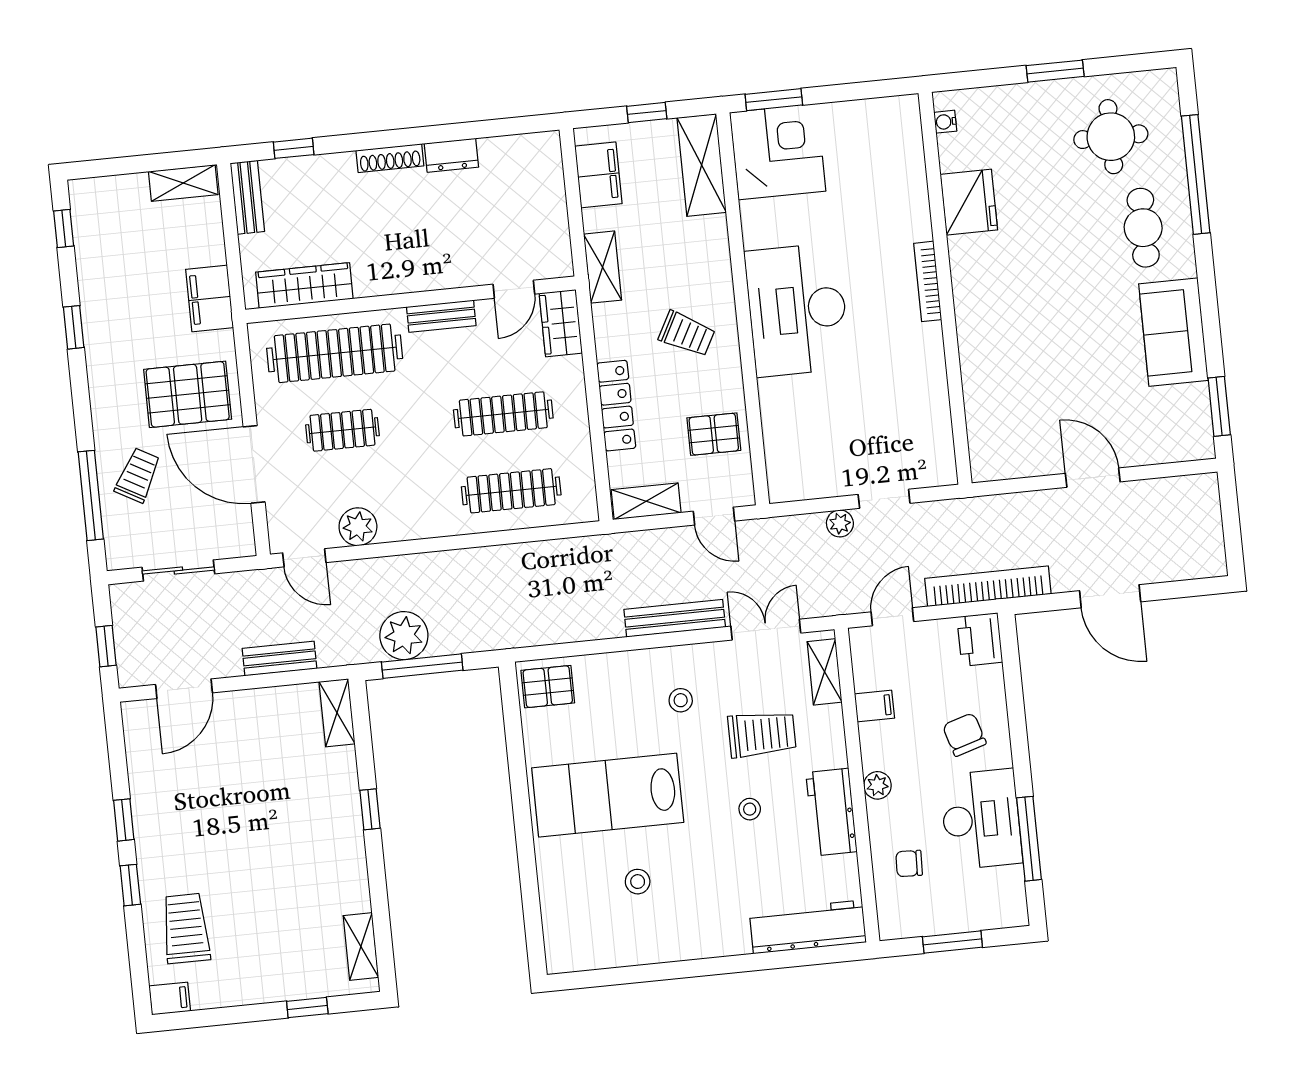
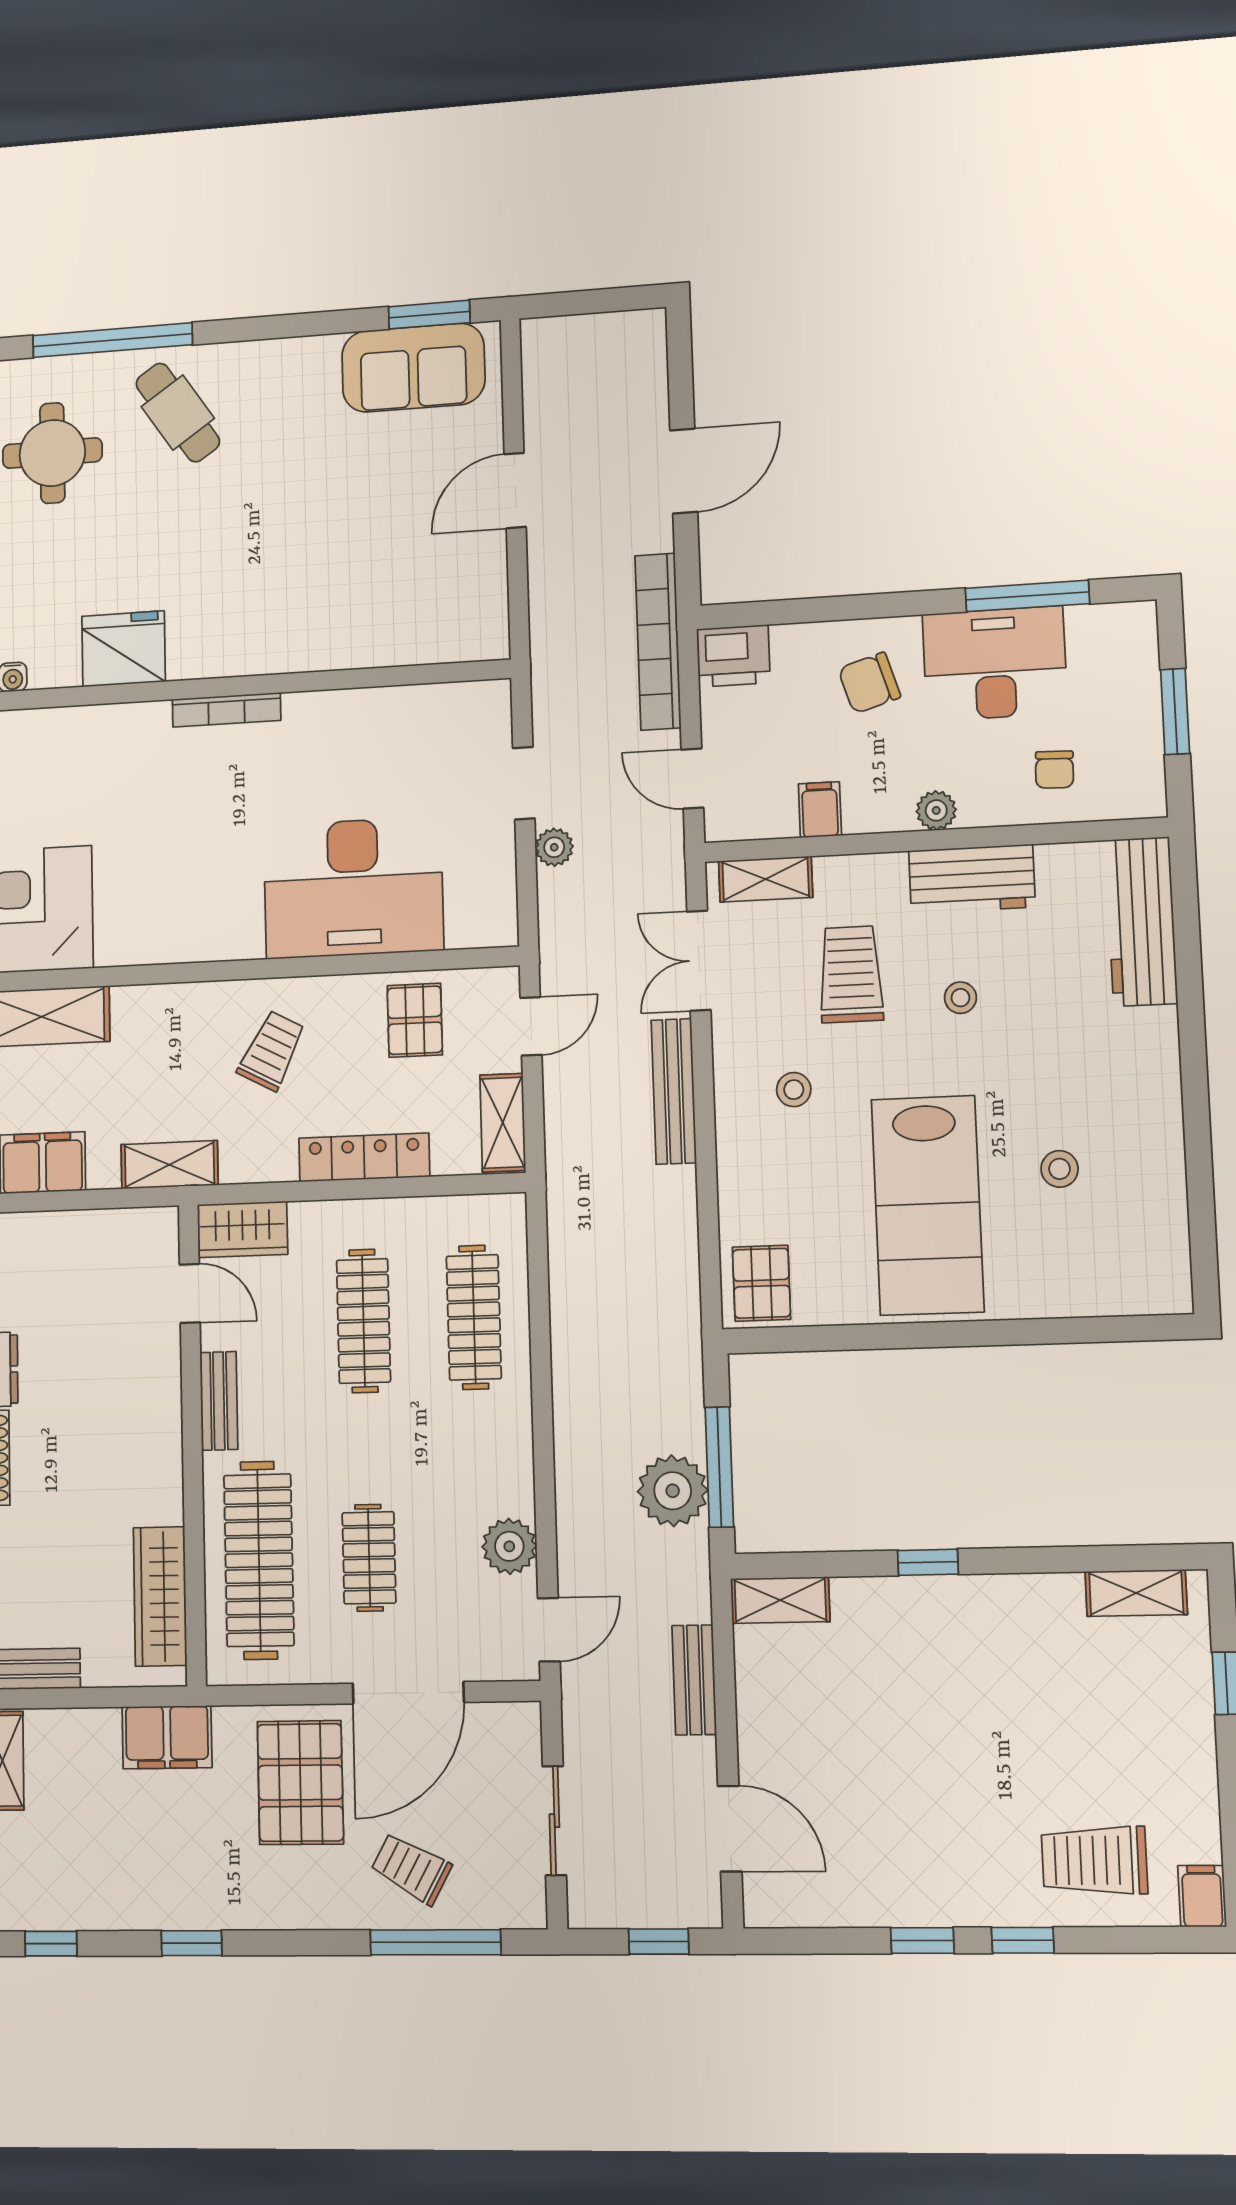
cafe table: (1143, 228) -> (178, 413), turned 56
desk: (797, 310) -> (353, 888), moved
sofa: (1173, 332) -> (413, 368), moved

